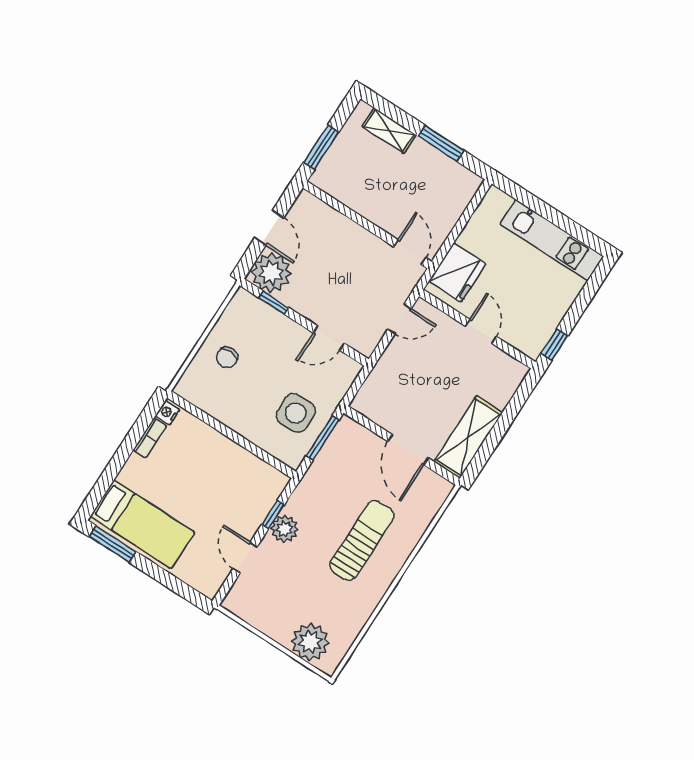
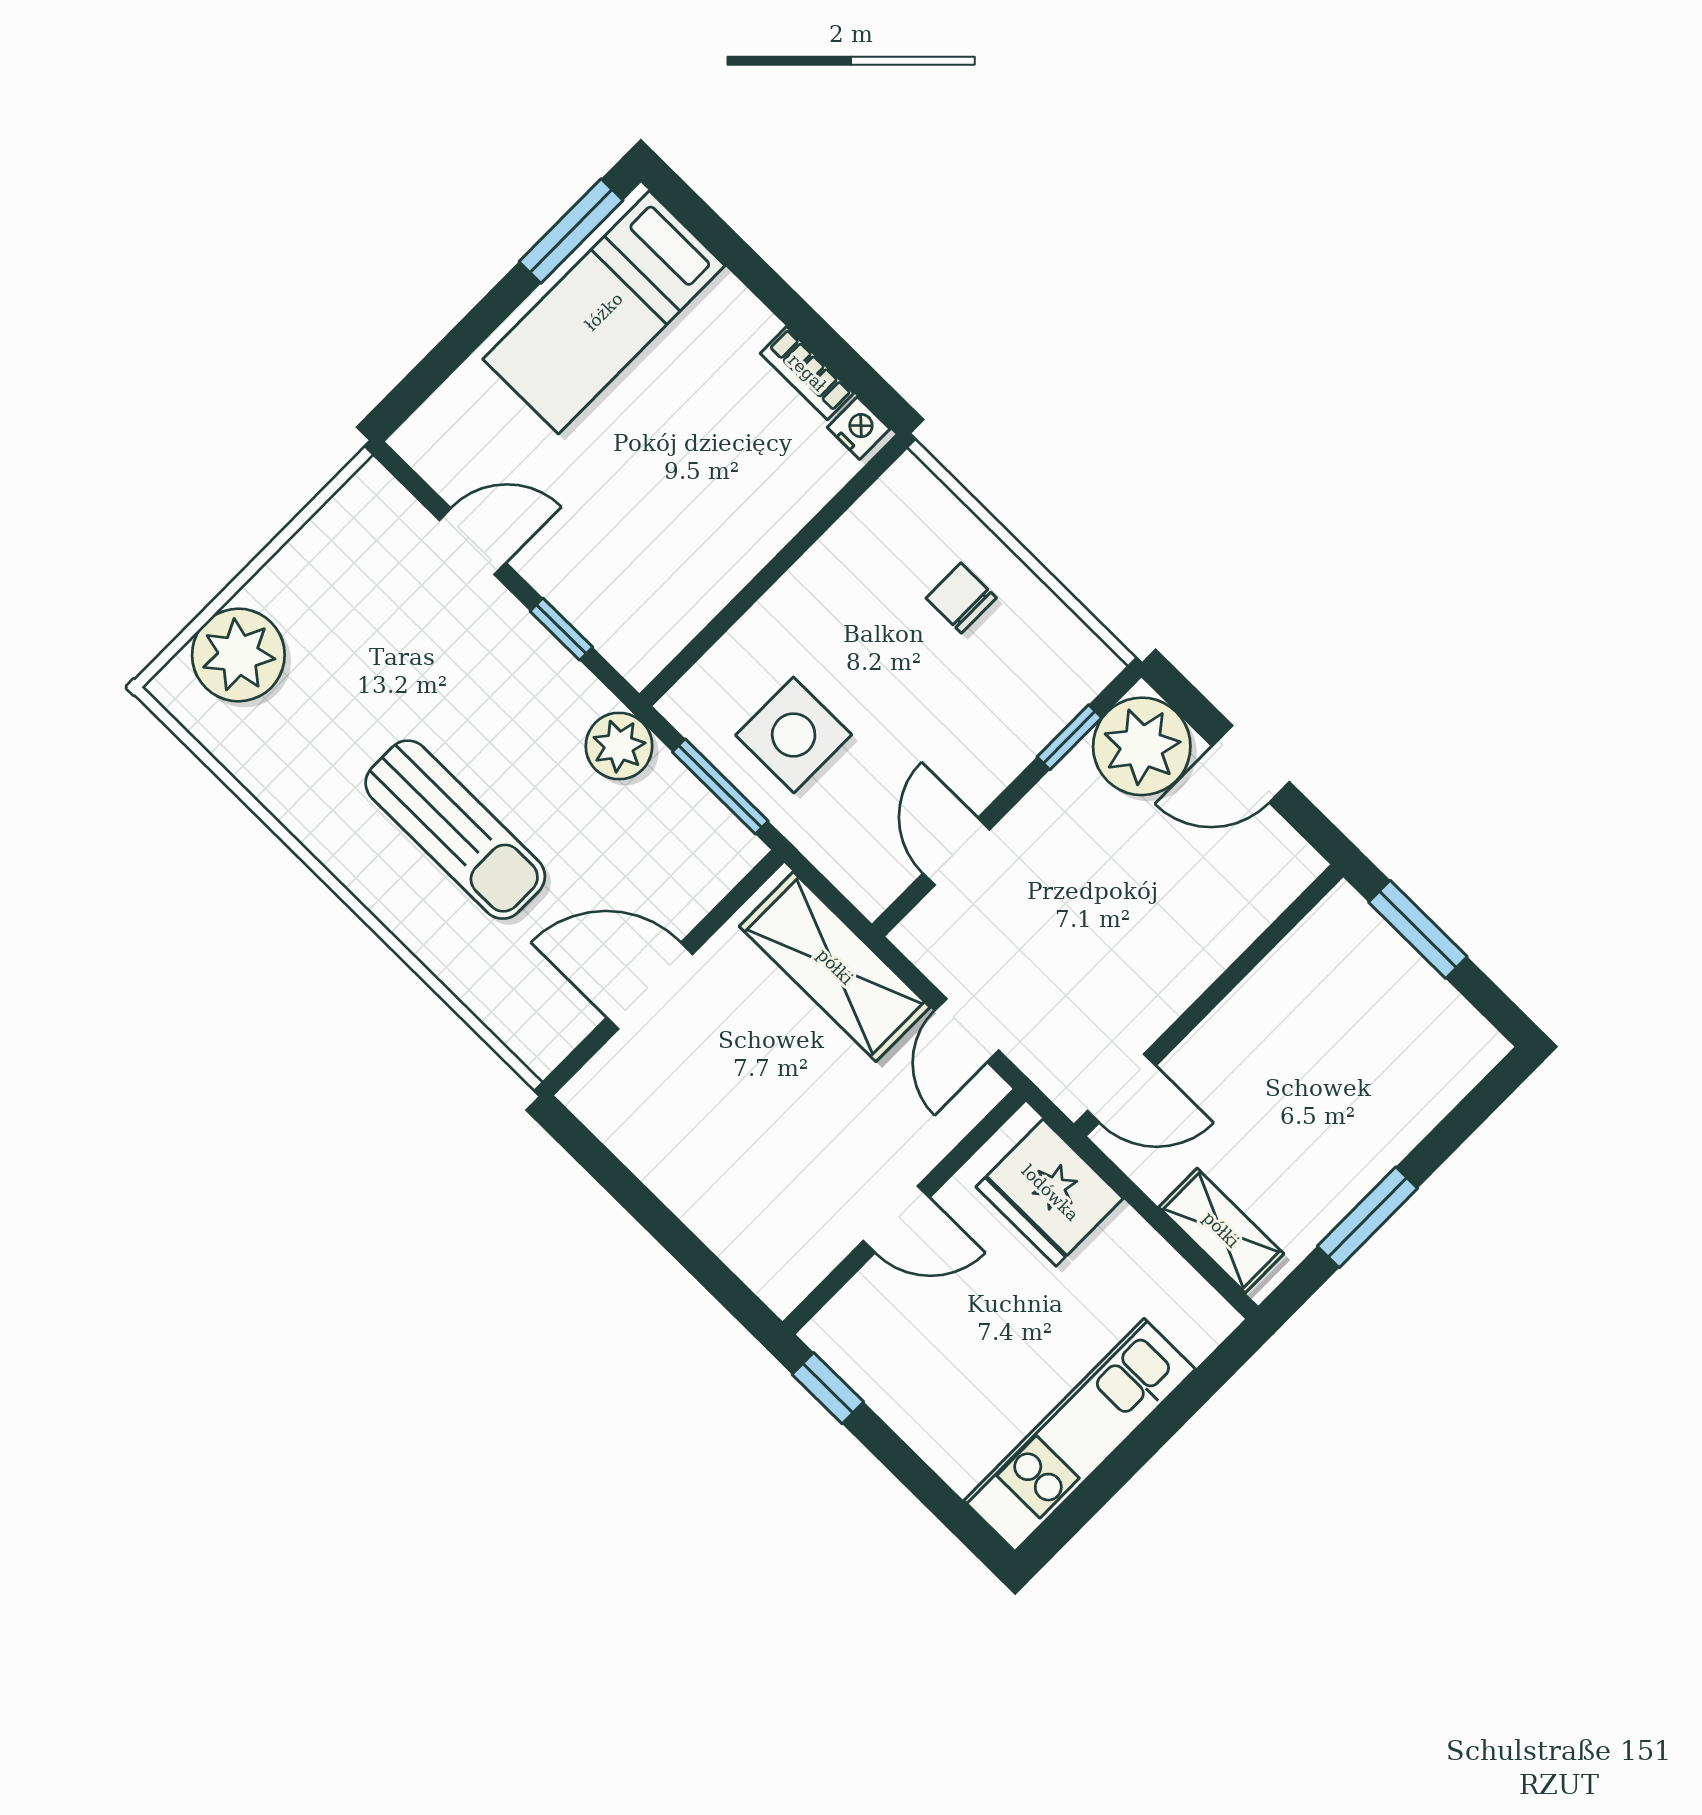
shelving: (389, 131) -> (1221, 1230), moved, turned 90
shelving: (468, 437) -> (835, 967), moved
plant: (284, 529) -> (619, 746), moved

